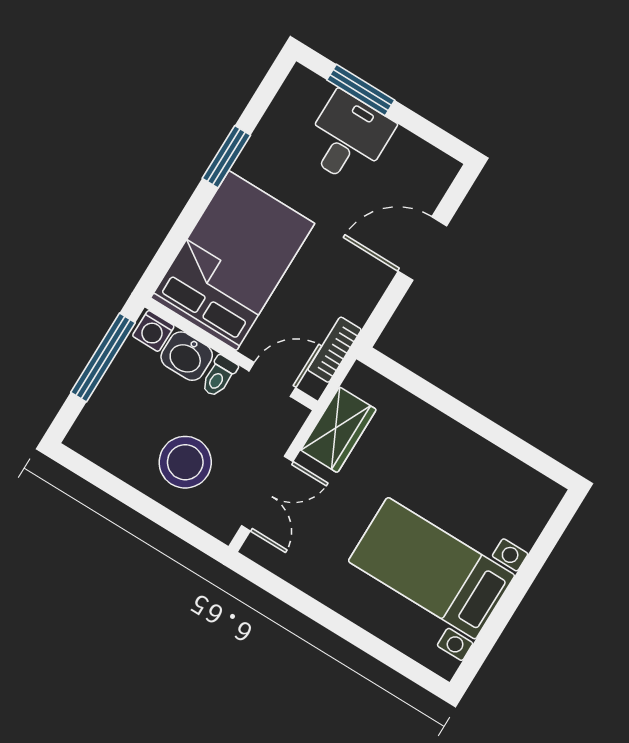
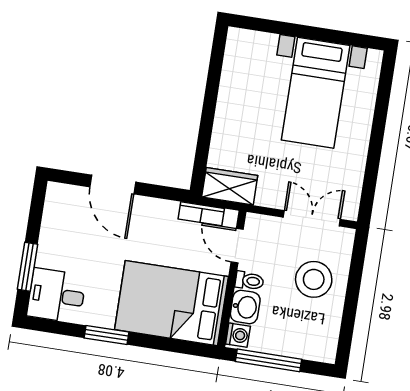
desk: (348, 138) -> (56, 296), moved
wardrobe: (338, 430) -> (230, 186), moved

